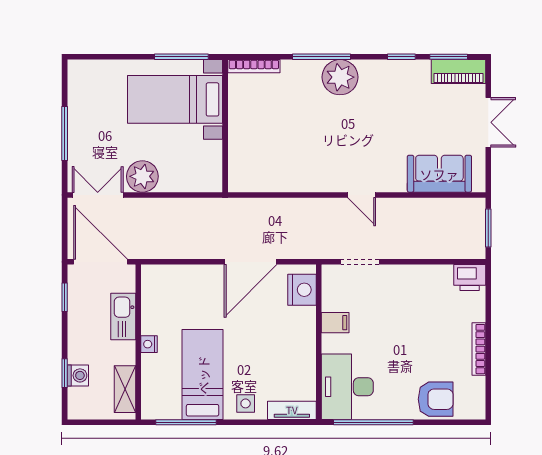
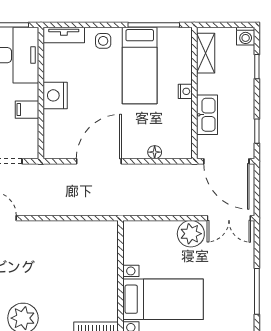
window: (65, 133) -> (257, 291), moved
floor lamp: (185, 272) -> (155, 152), added
nightstand: (302, 290) -> (55, 95), moved
washing machine: (78, 375) -> (246, 36), moved, turned -90

